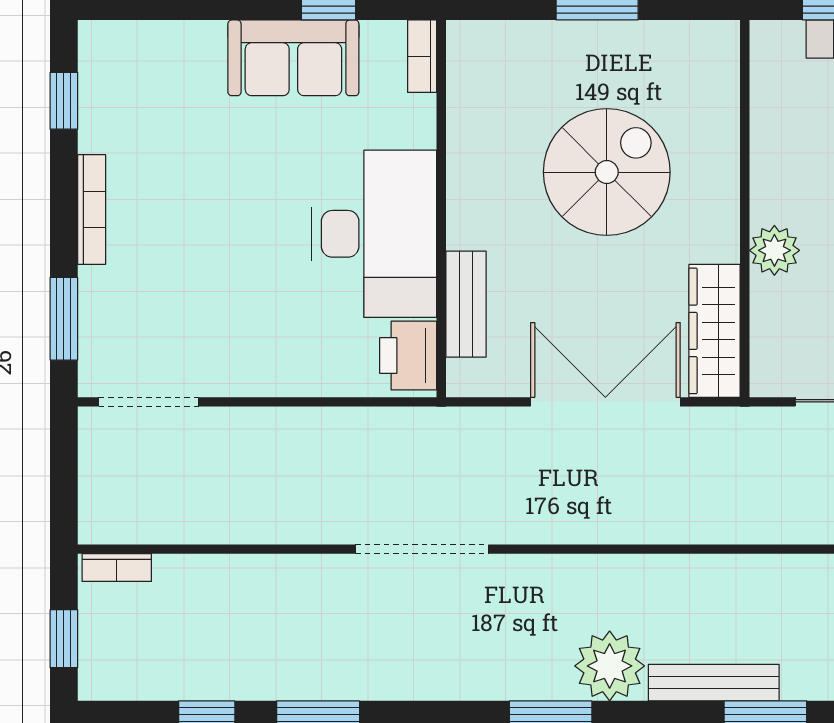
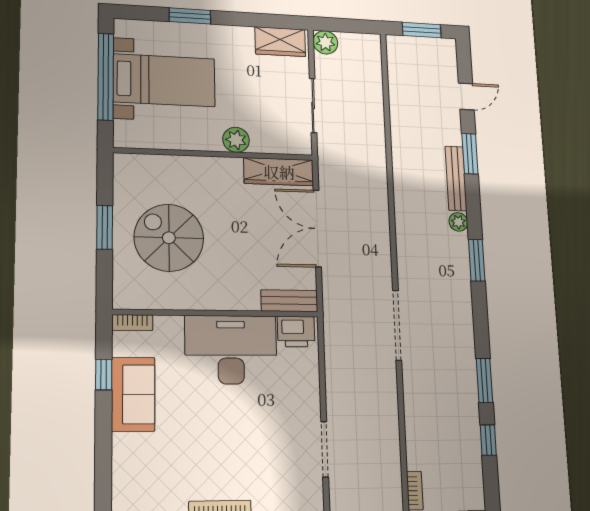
spiral stairs: (607, 172) -> (169, 238), moved
bench: (466, 304) -> (289, 301), moved
doorway: (149, 402) -> (325, 449), moved
plant: (610, 666) -> (458, 222), width x0.53, depth x0.53

